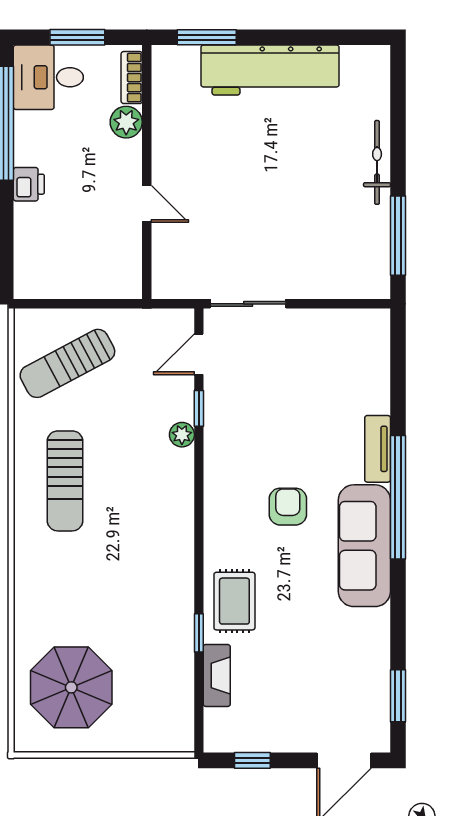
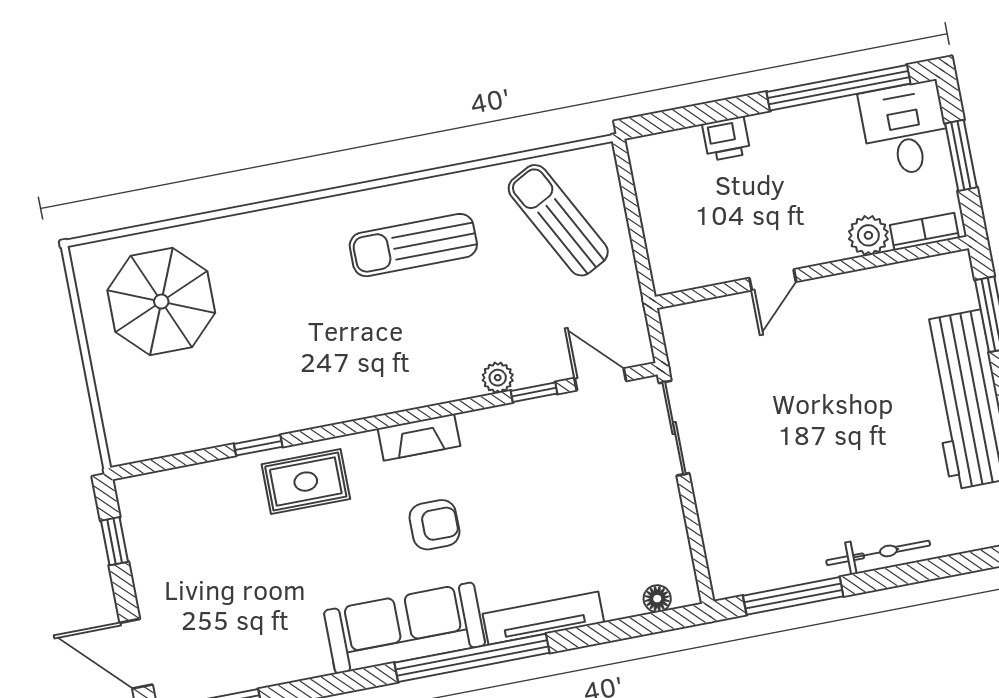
printer: (29, 184) -> (726, 139), moved
floor lamp: (380, 343) -> (657, 599), added
tv unit: (378, 449) -> (543, 618), width x1.41
fireplace: (217, 675) -> (419, 437), moved

